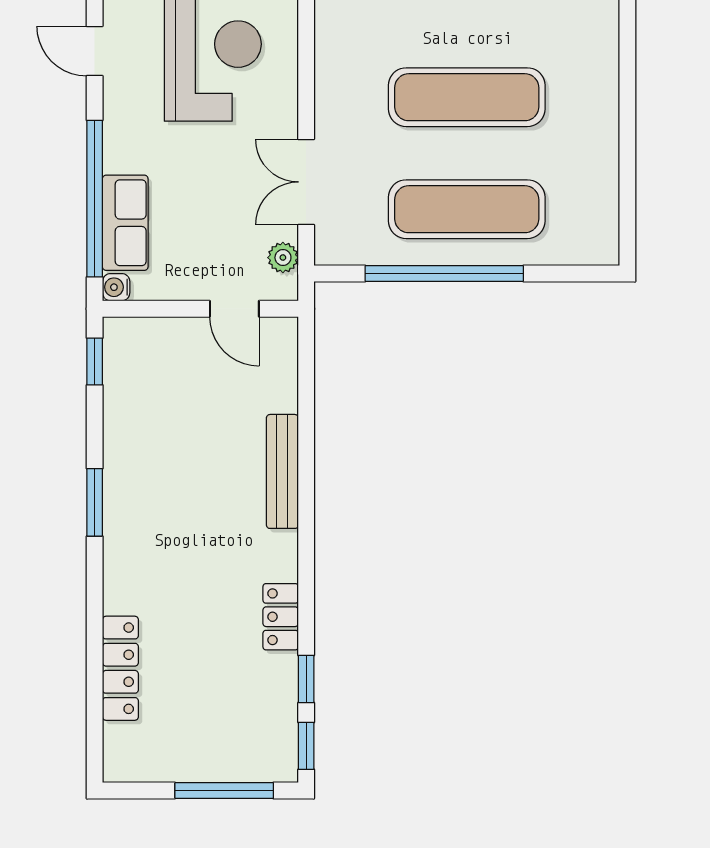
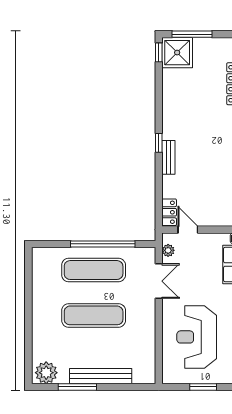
bench: (282, 471) -> (168, 157), width x0.73
locker: (281, 617) -> (169, 212), moved
window: (306, 679) -> (159, 143), moved
shower: (261, 745) -> (177, 53), added

